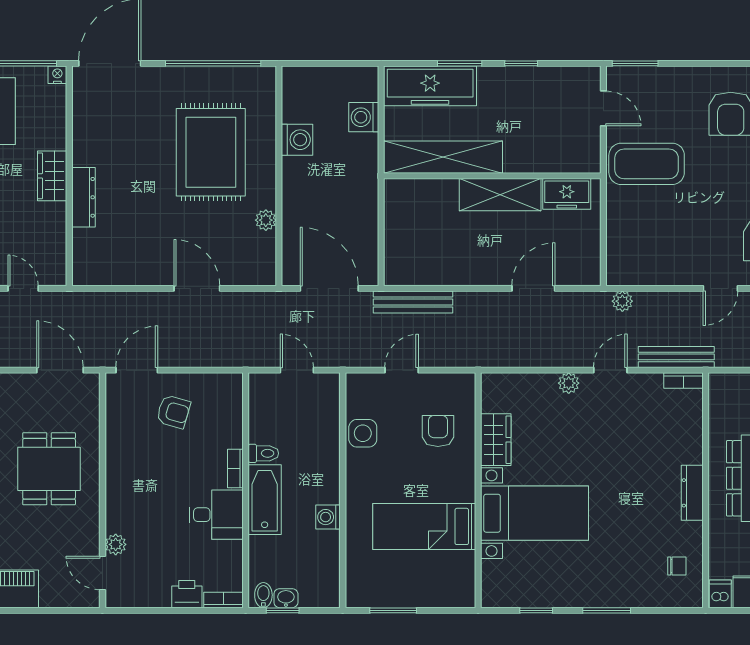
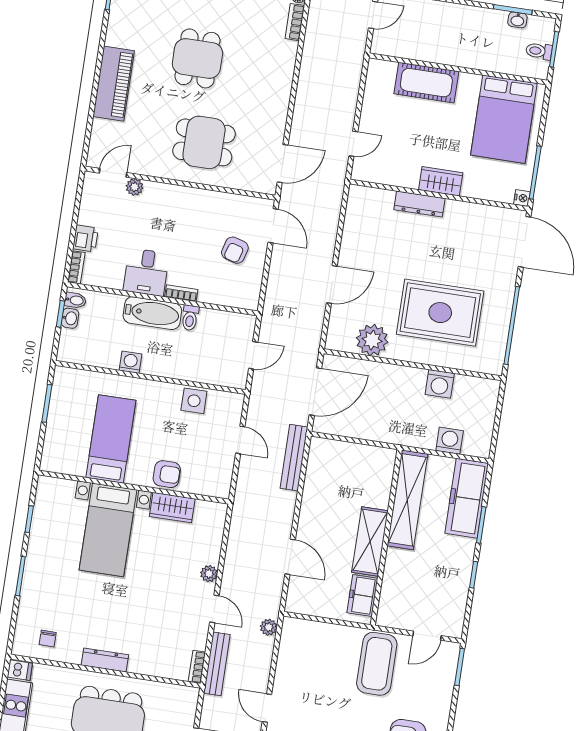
plant: (266, 220) -> (372, 340), width x1.88, depth x1.88
armchair: (438, 431) -> (167, 474), moved

